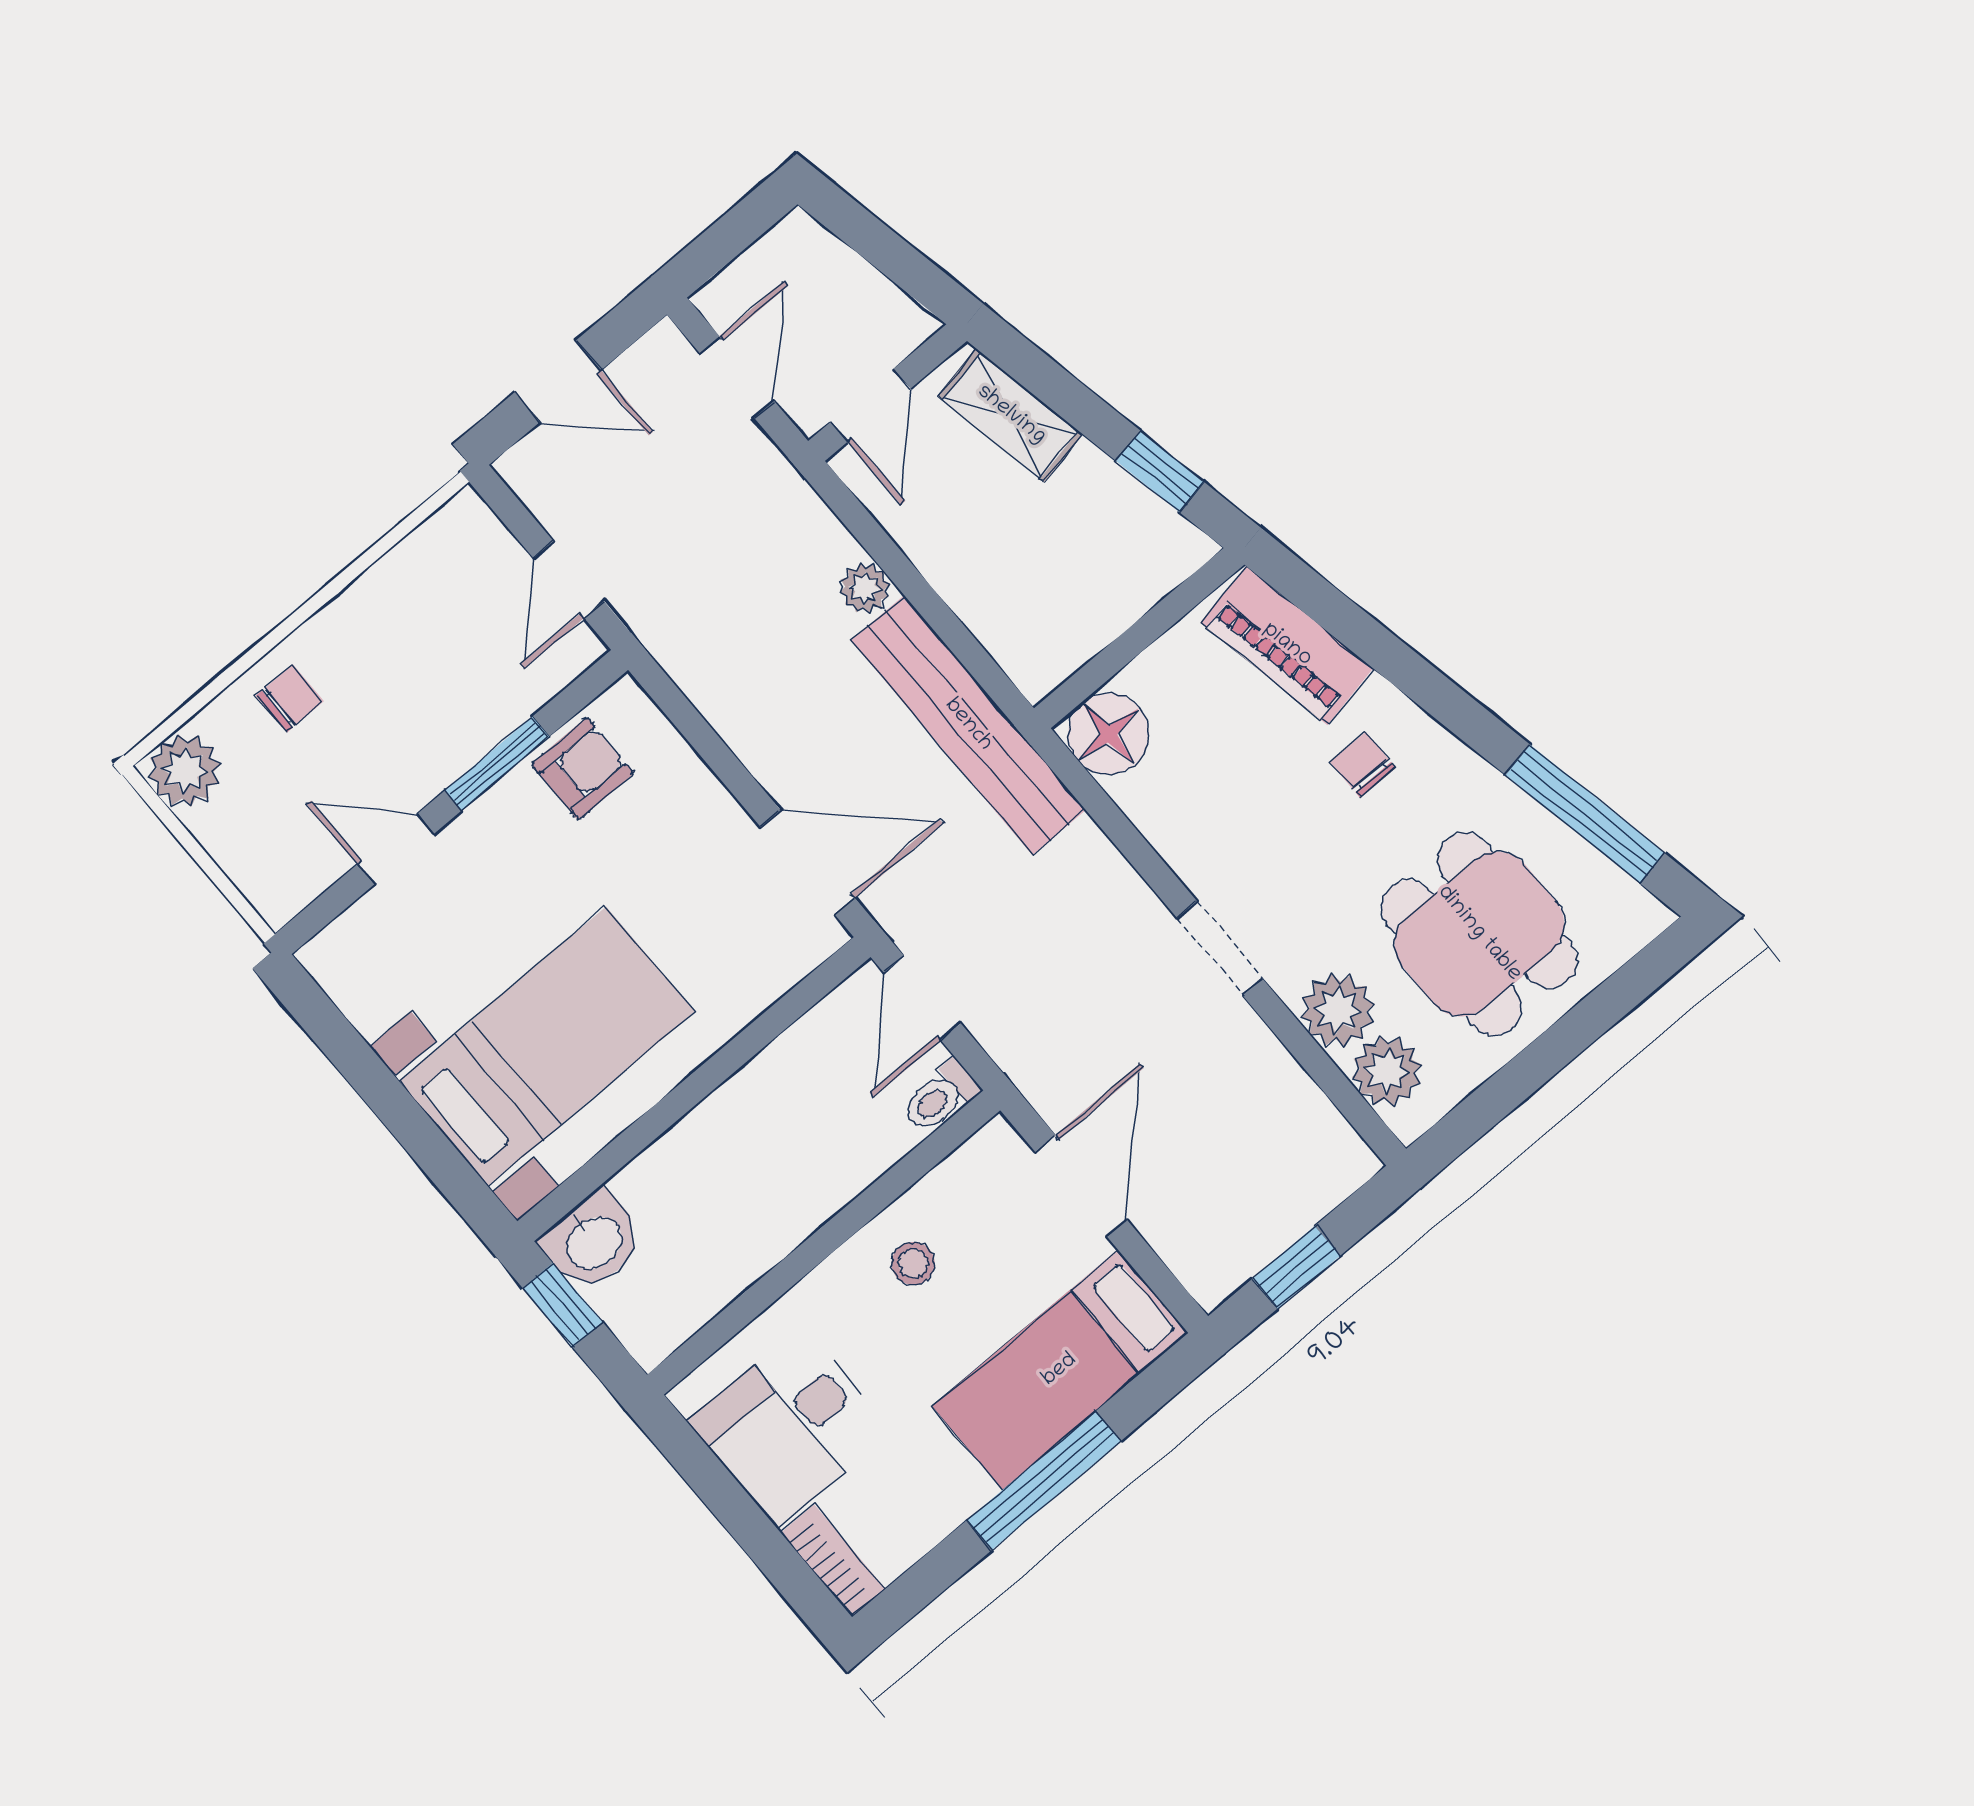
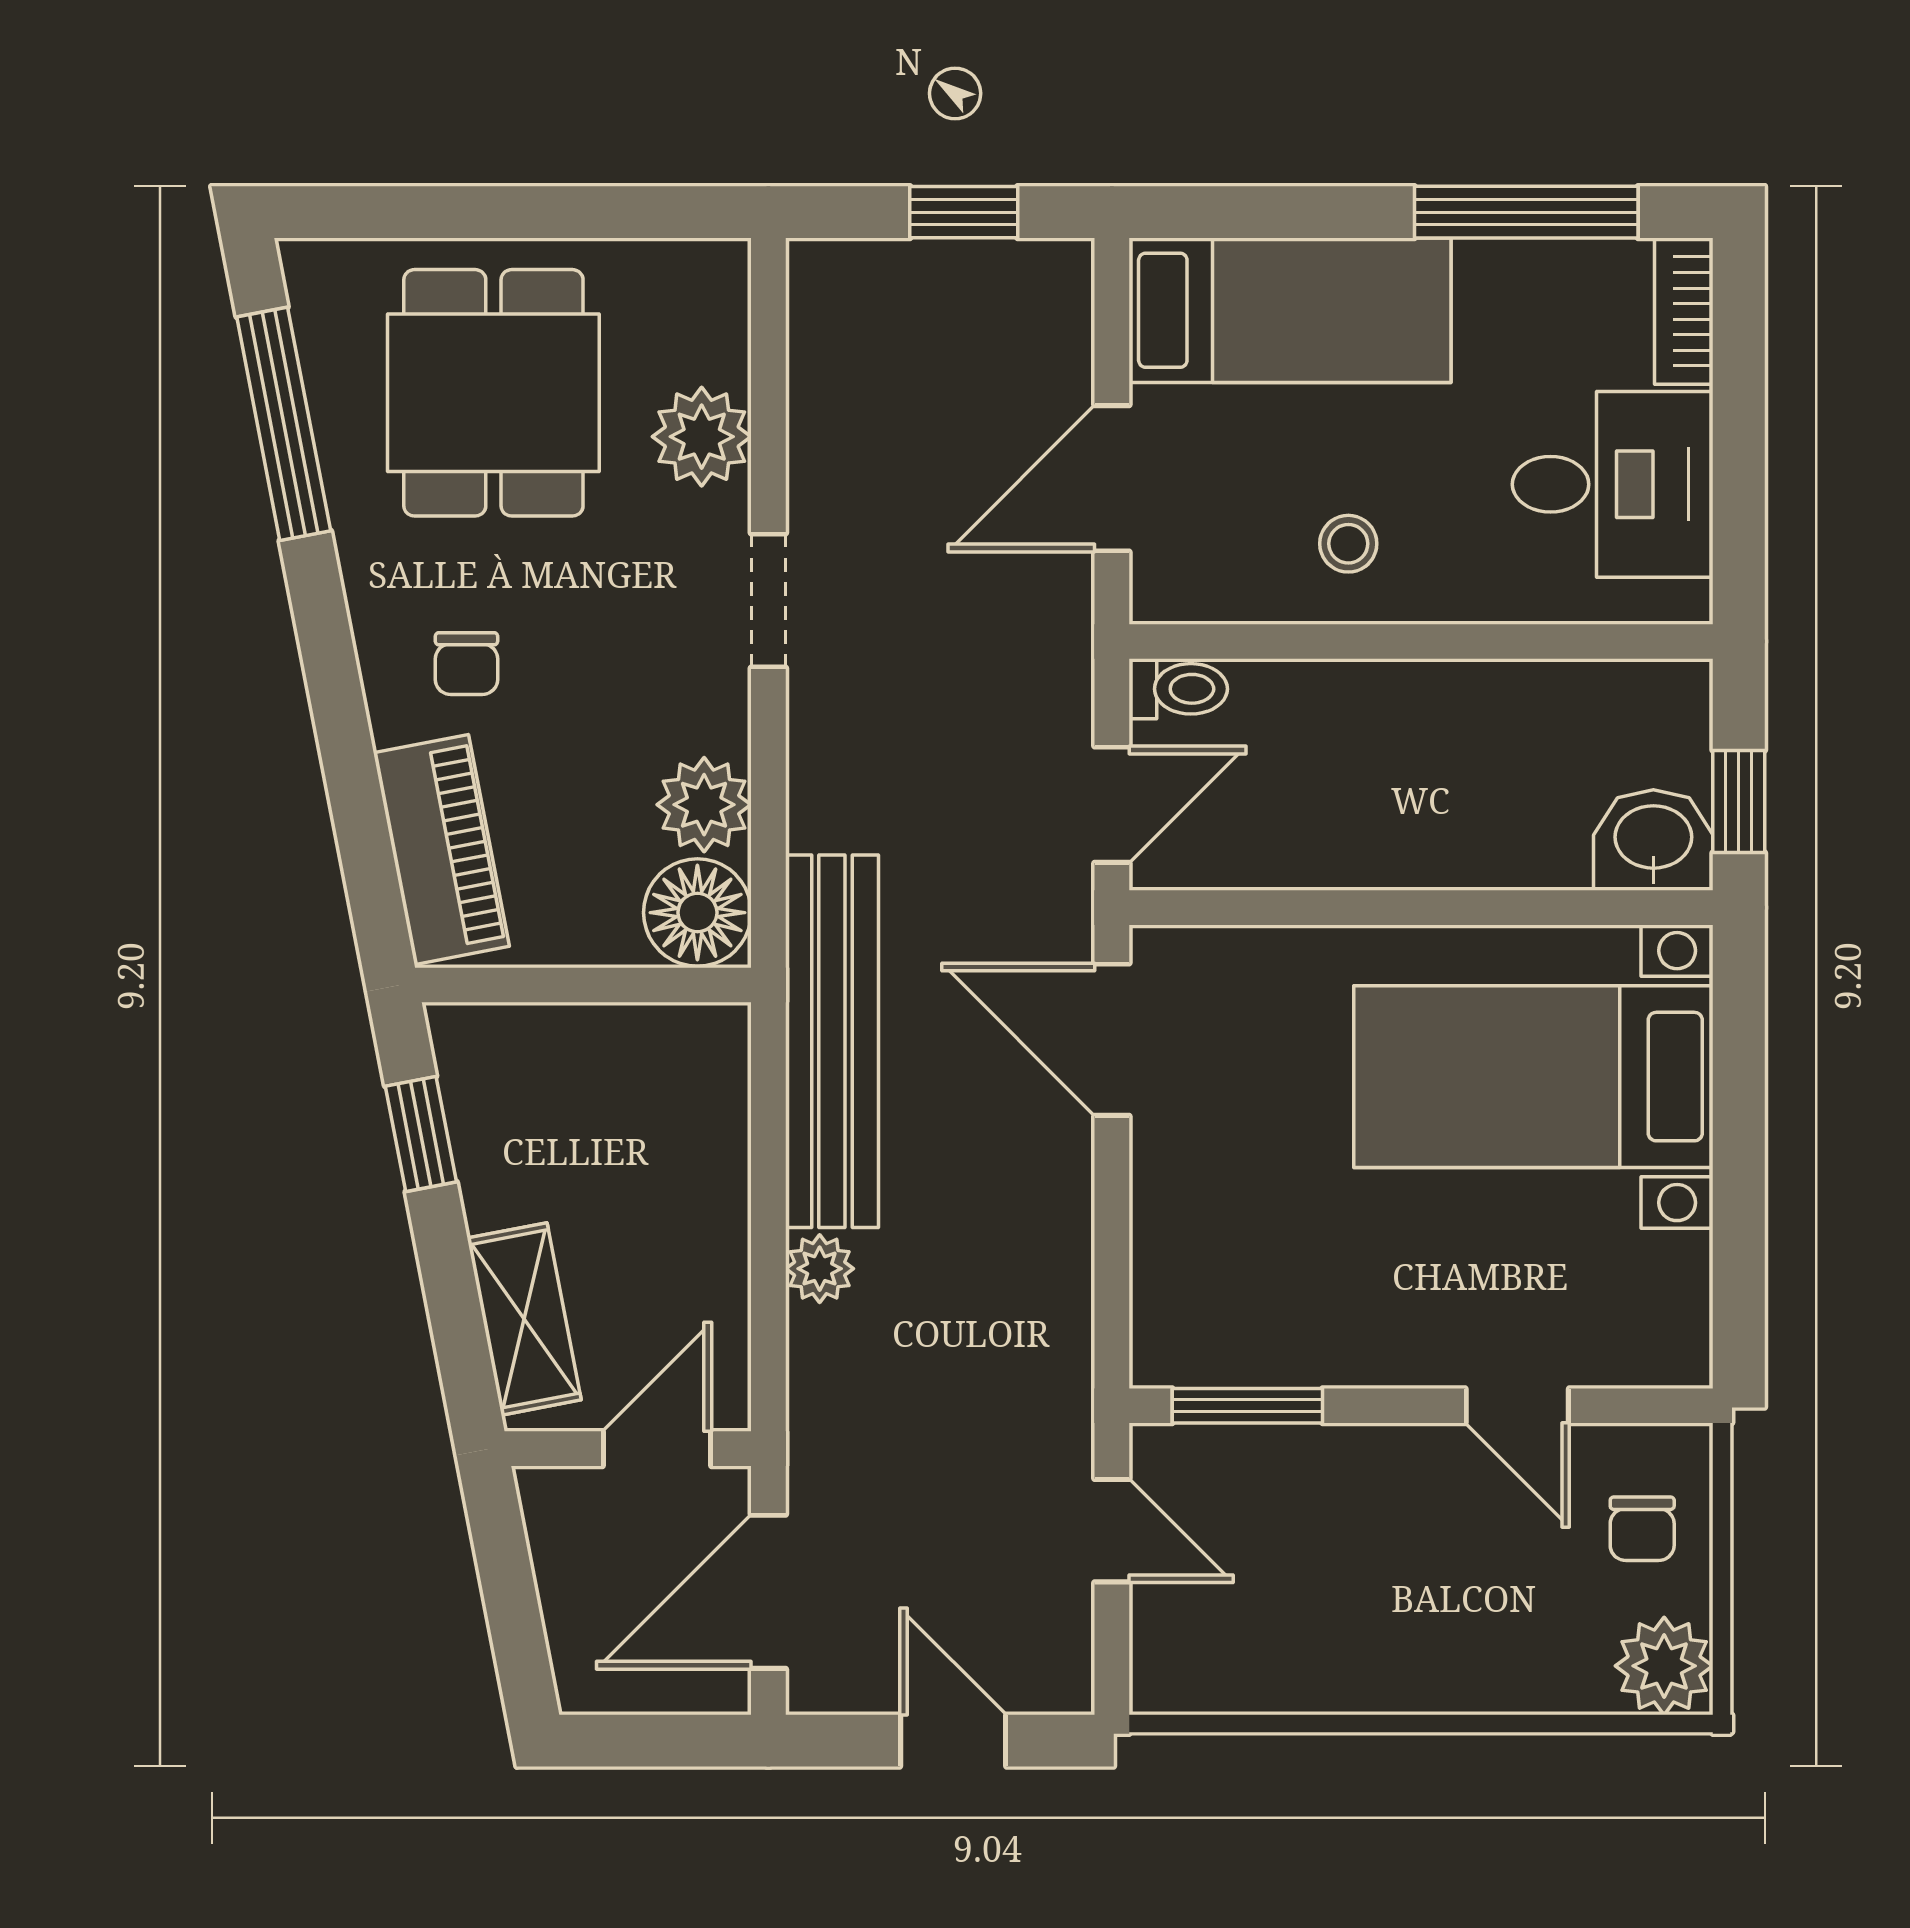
door: (737, 377) -> (768, 1592), width x1.38
door: (569, 580) -> (1112, 1531), hinge flipped
chair: (290, 698) -> (1642, 1529), moved, turned -90
window: (497, 764) -> (1247, 1406), moved
armchair: (583, 769) -> (1260, 1327), removed
plant: (1387, 1071) -> (704, 805), moved
window: (1044, 1481) -> (1526, 212), moved

